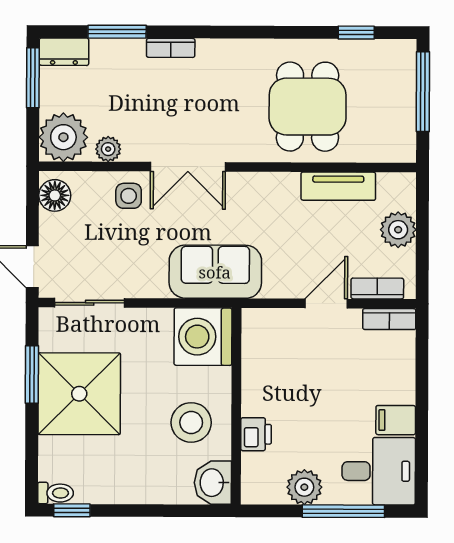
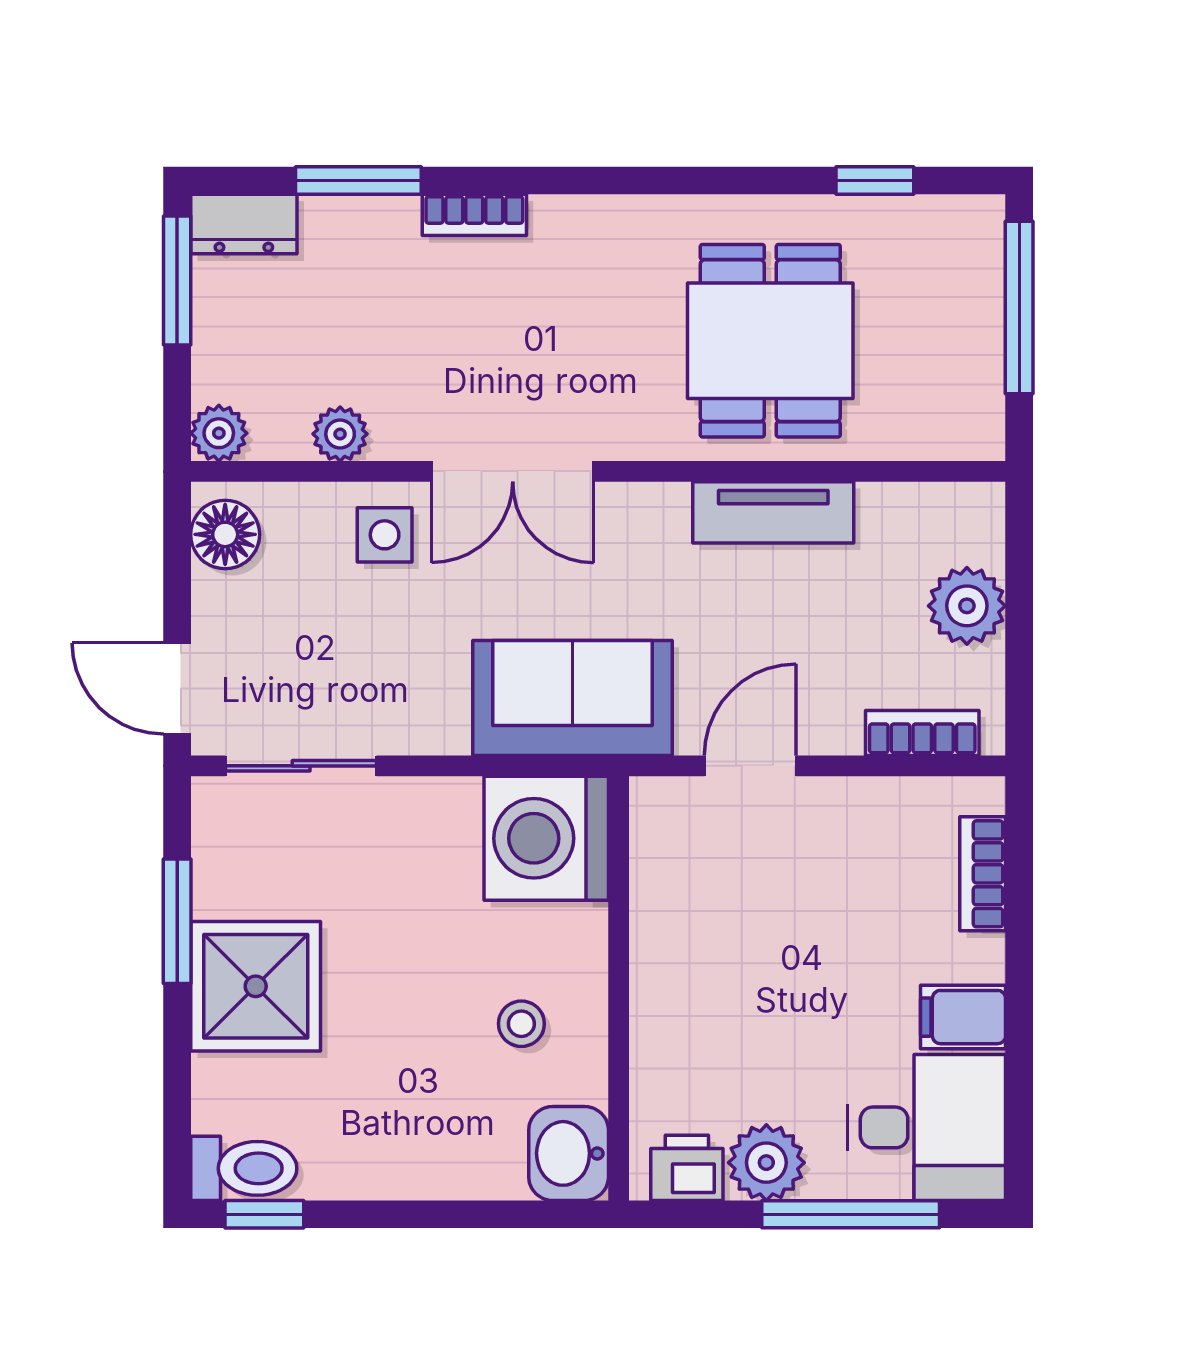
plant: (63, 137) -> (219, 433), width x0.53, depth x0.53
tv unit: (338, 186) -> (773, 512), moved
door: (326, 304) -> (750, 766), moved
bookcase: (389, 319) -> (983, 874), moved, turned 90
shower: (79, 394) -> (256, 986), width x0.73, depth x0.73
stool: (191, 422) -> (521, 1024), width x0.53, depth x0.53
printer: (256, 434) -> (687, 1168), moved, turned -90
toilet: (56, 493) -> (244, 1168), width x1.37, depth x1.39

